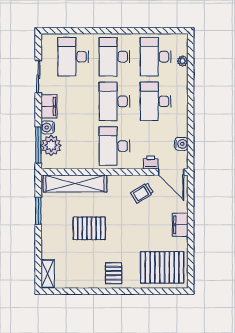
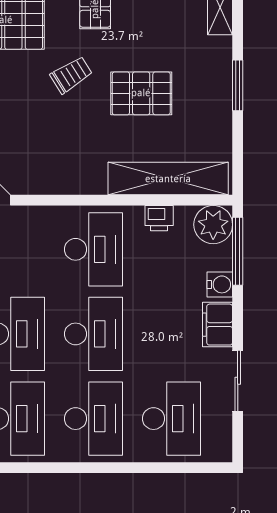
plant: (51, 145) -> (213, 225), moved
printer: (151, 163) -> (159, 218), moved
trolley: (142, 193) -> (71, 75), moved
window: (38, 211) -> (238, 85), moved

